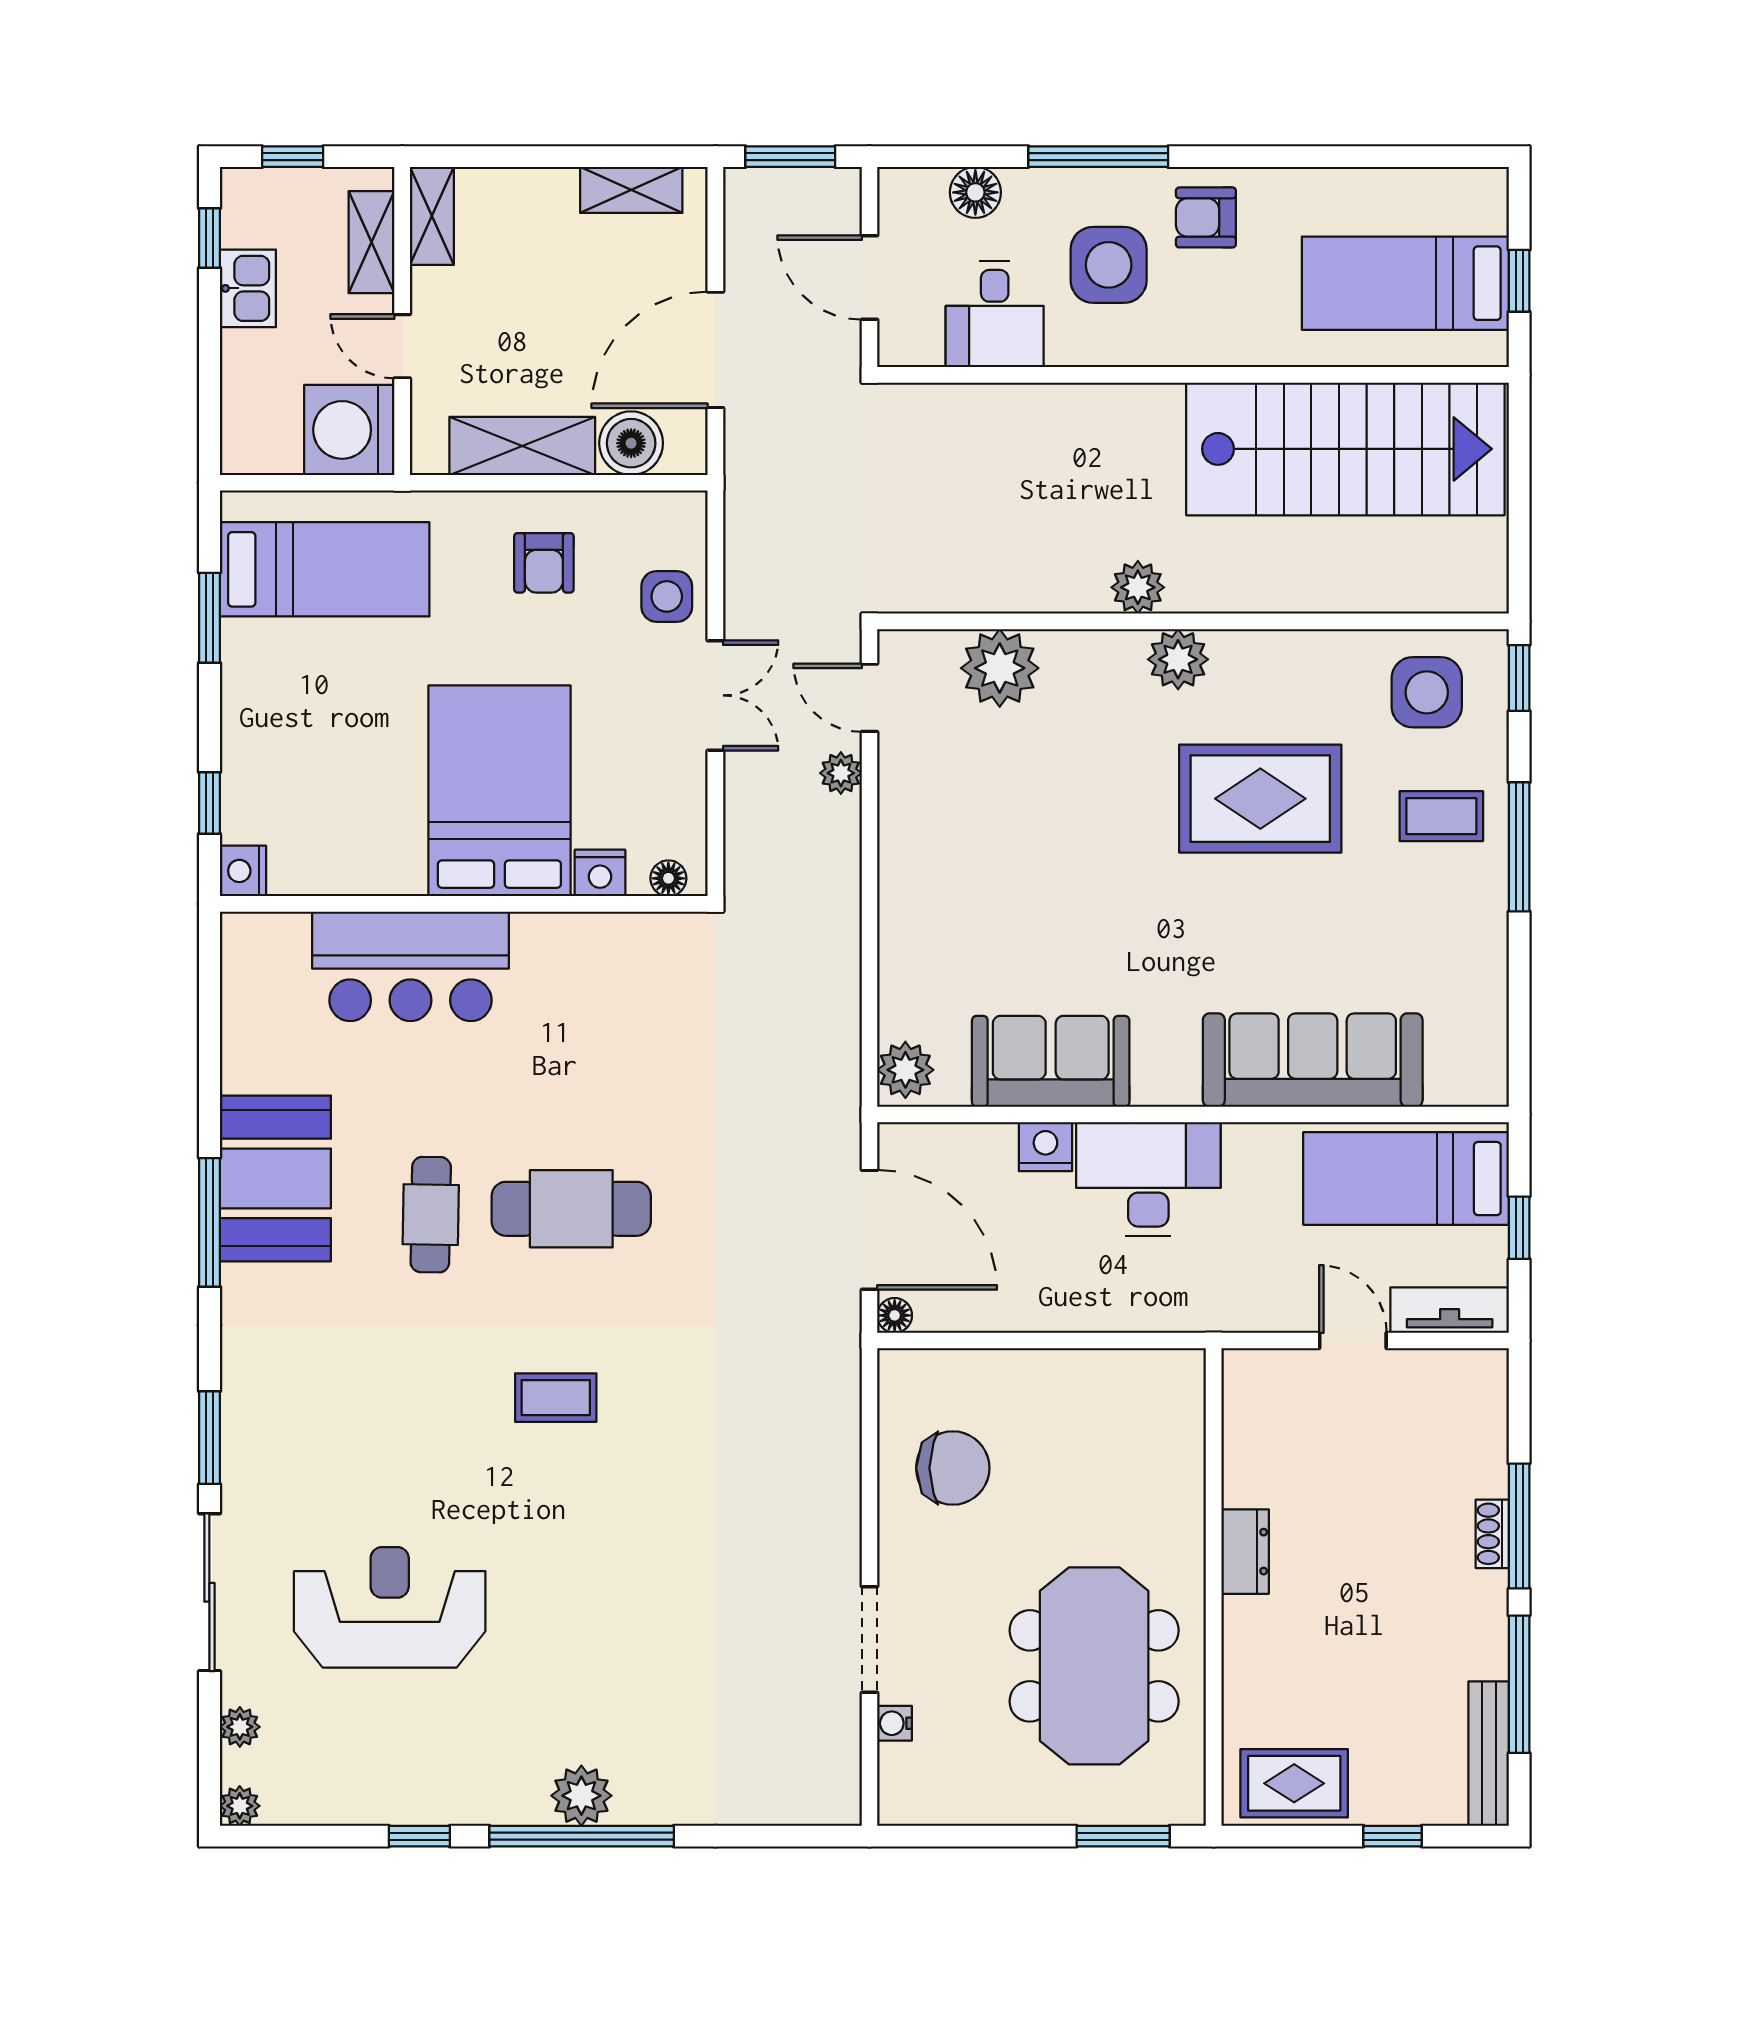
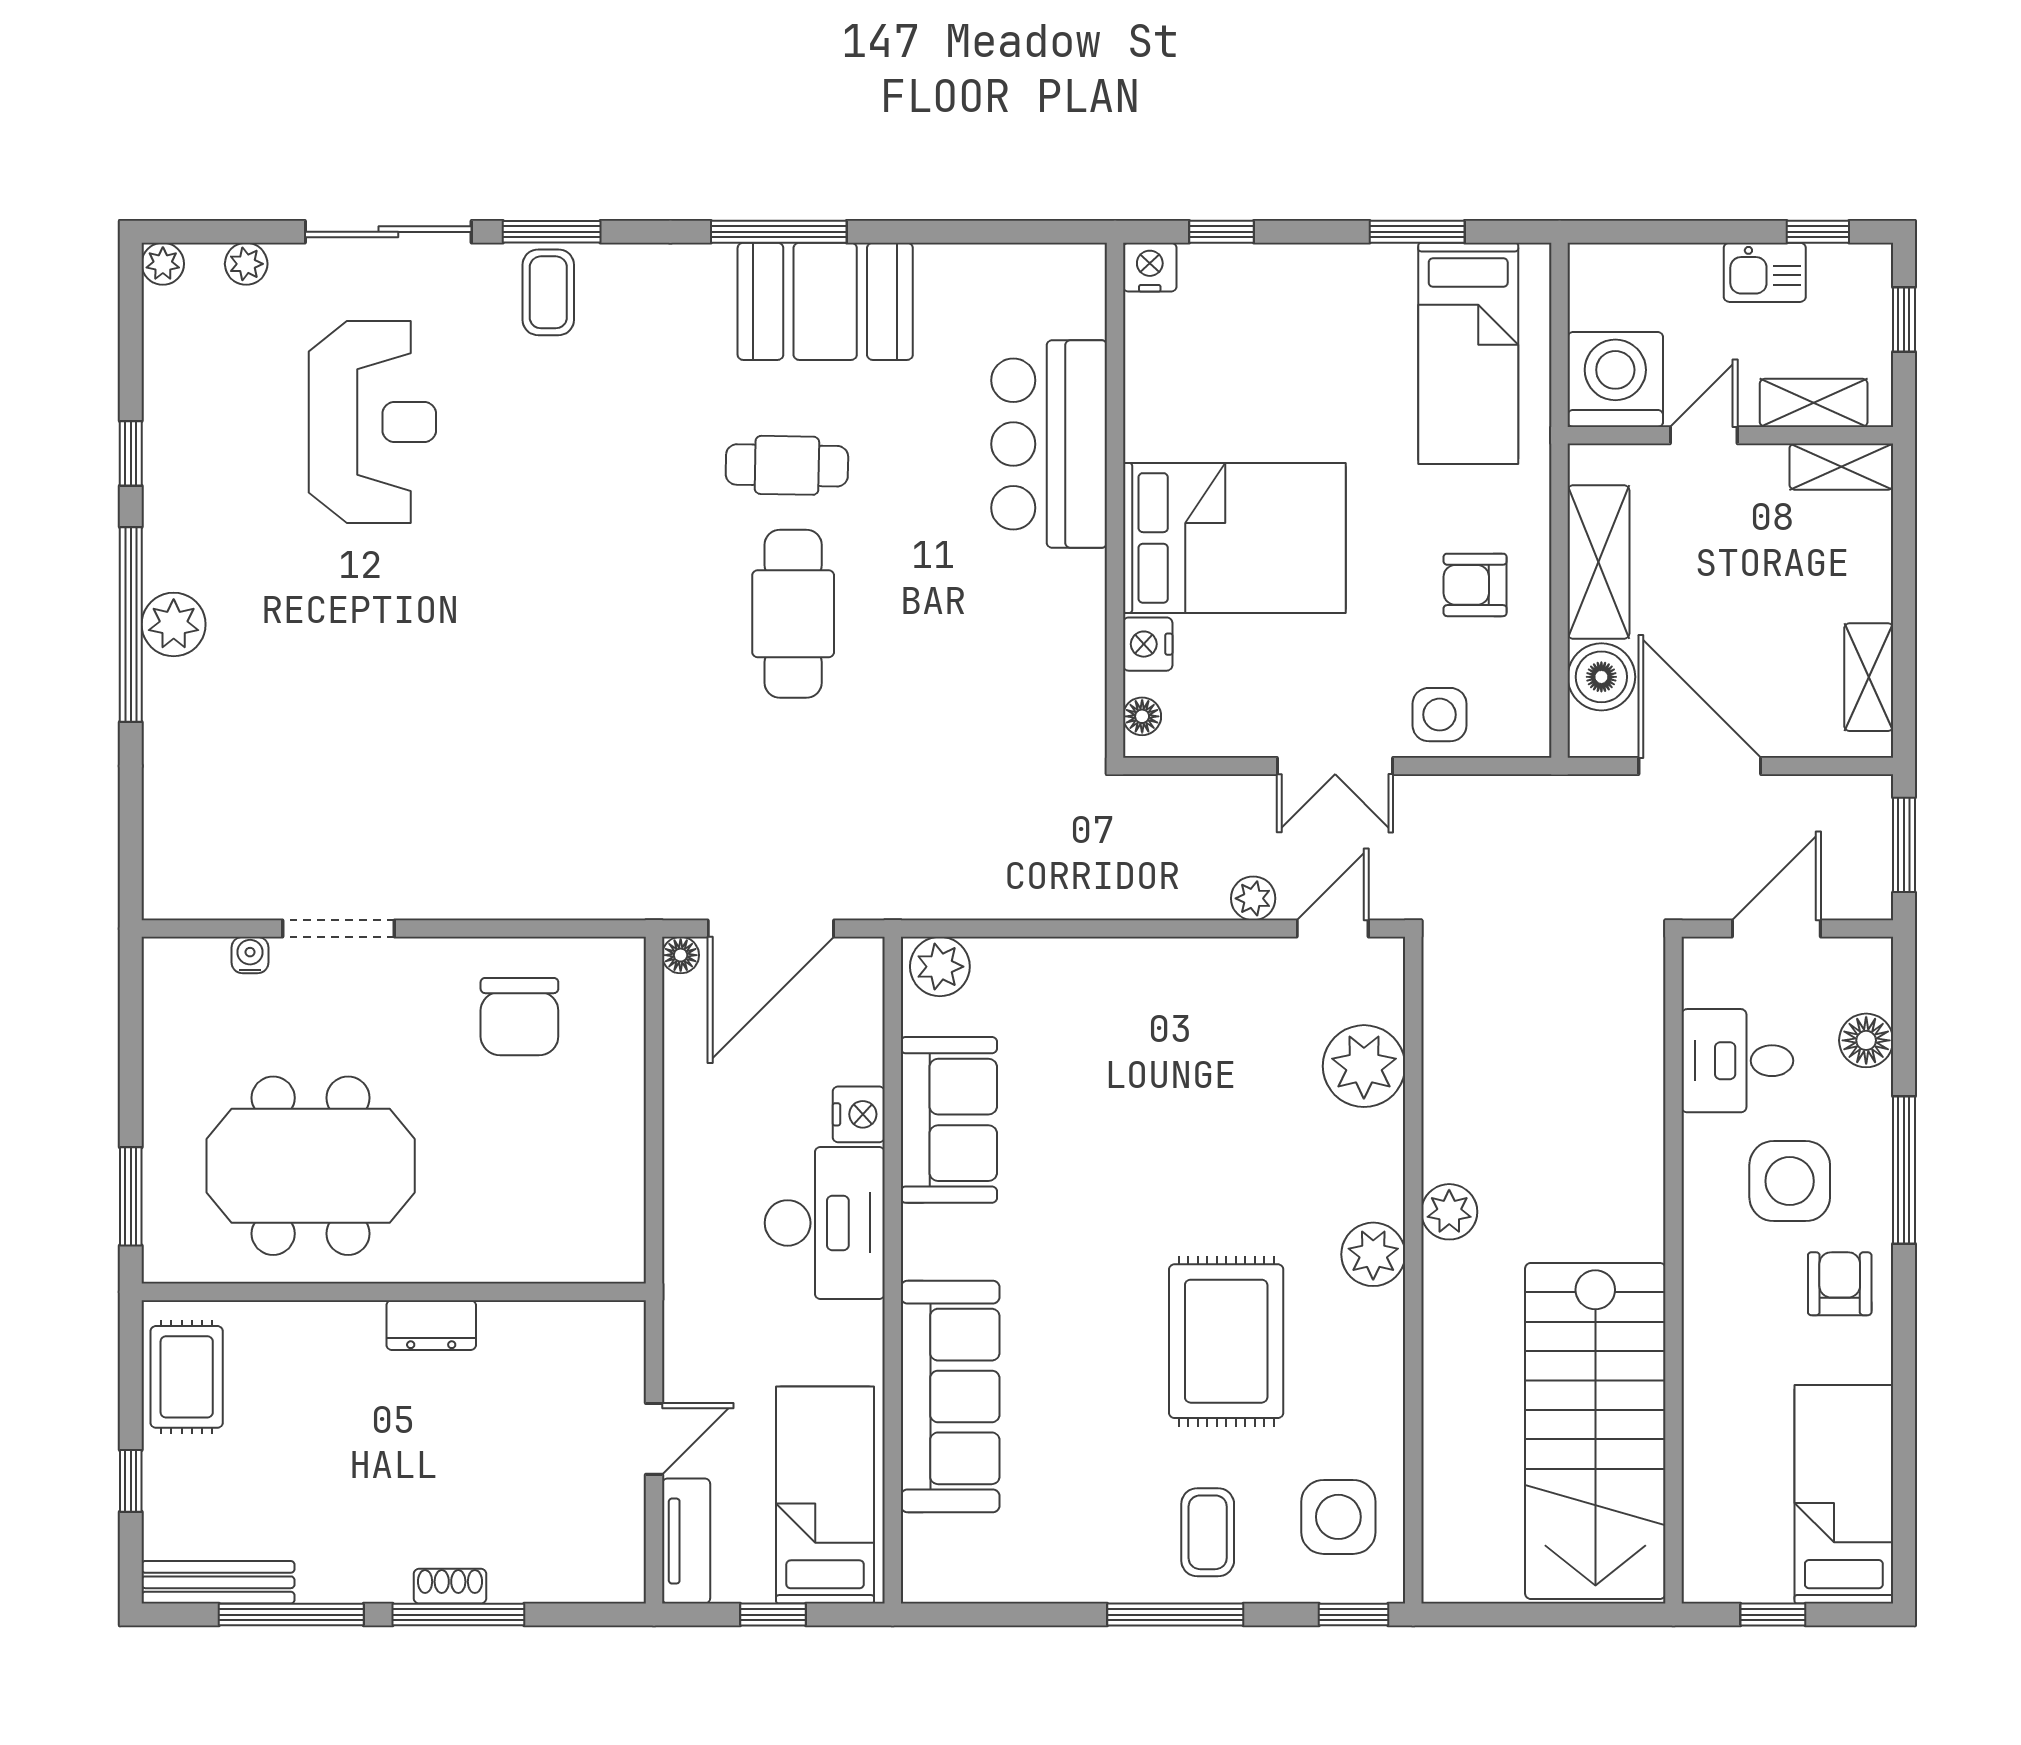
bed: (1405, 283) -> (1844, 1494), moved
coffee table: (556, 1398) -> (548, 292), moved

